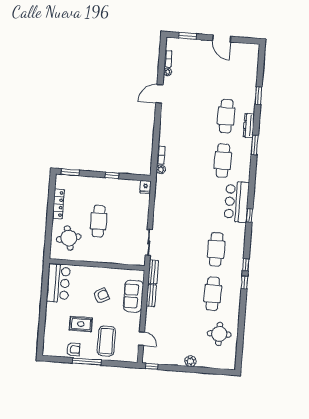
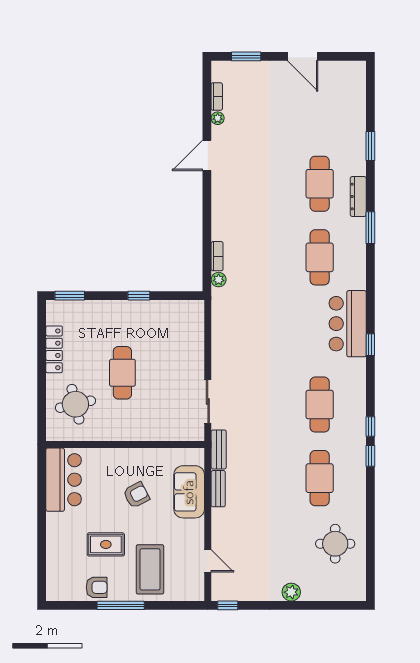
fridge: (146, 187) -> (196, 310), removed

